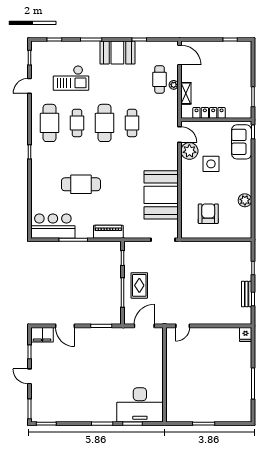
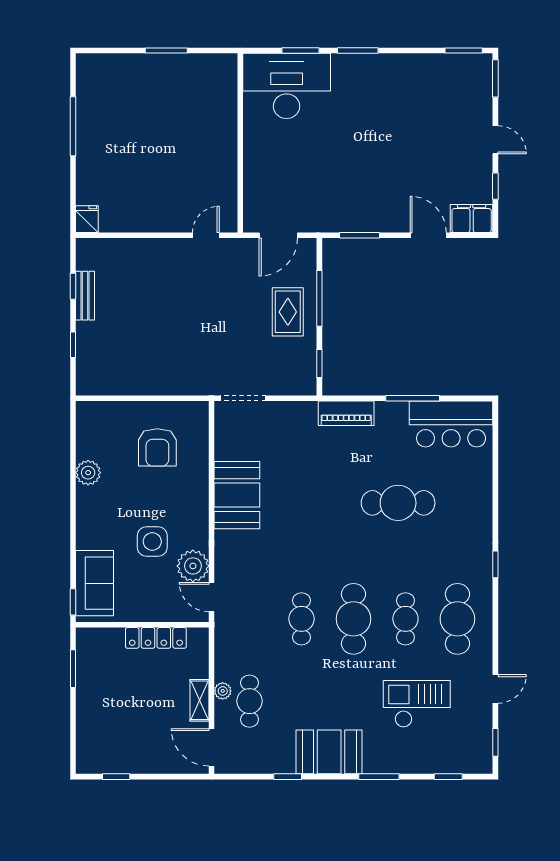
shelving: (186, 93) -> (200, 700), moved
booth: (161, 195) -> (237, 495), width x0.73, depth x0.70

